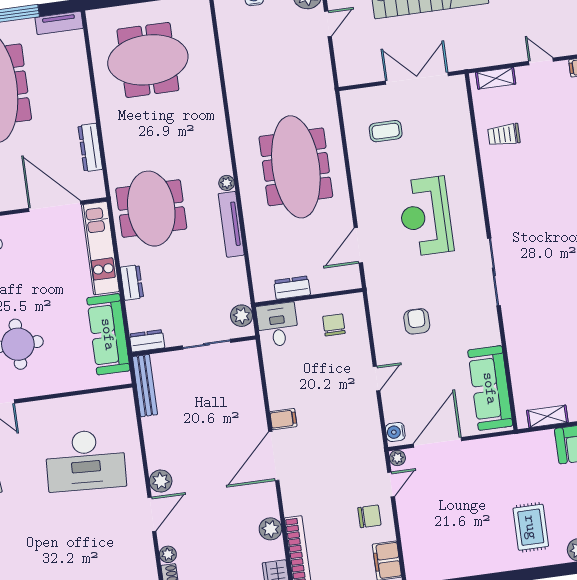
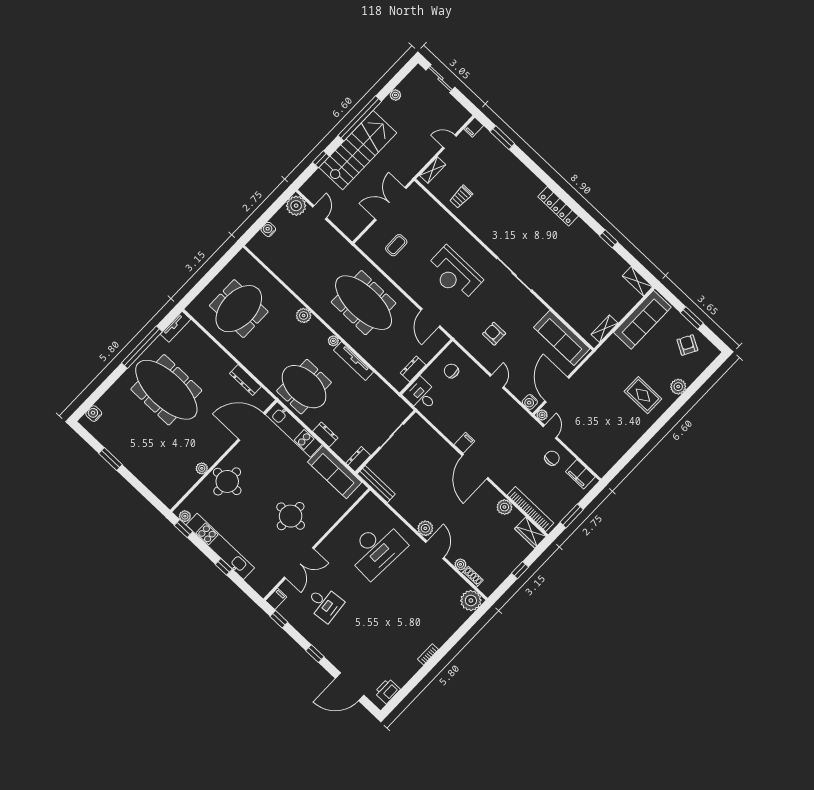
plant: (242, 316) -> (304, 316), moved

